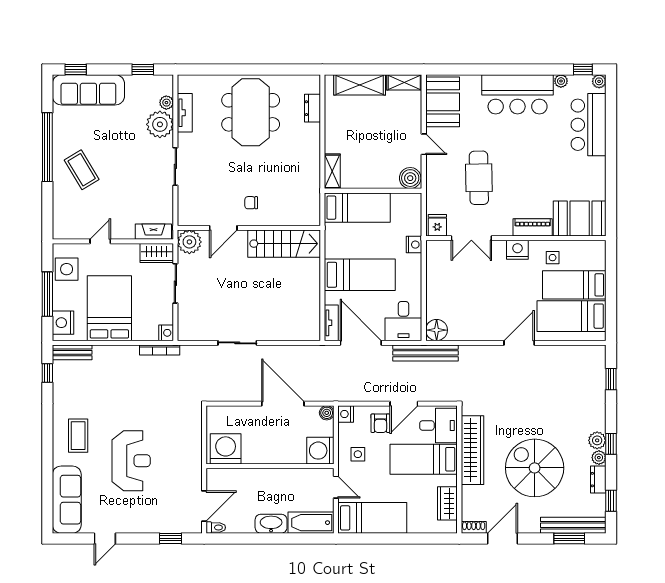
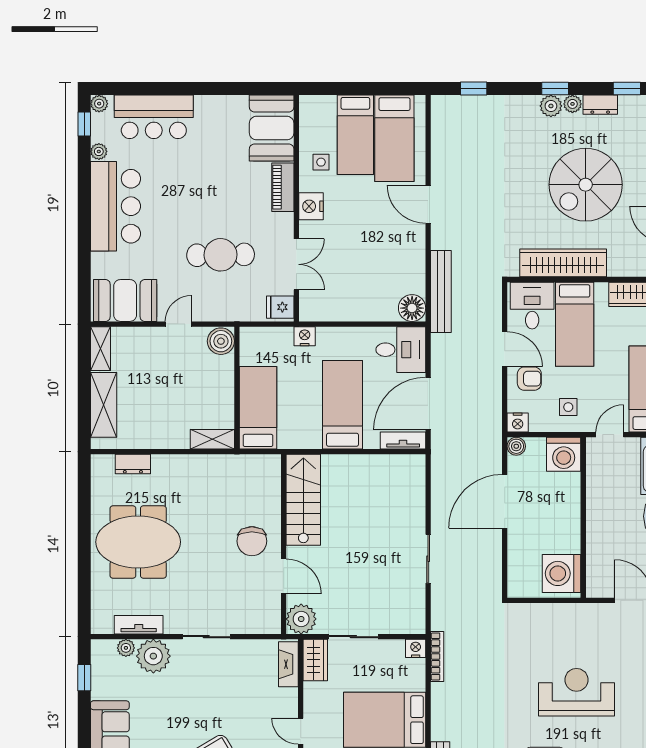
chair: (251, 203) -> (252, 541), width x1.87, depth x1.87
bench: (425, 353) -> (441, 292), moved

